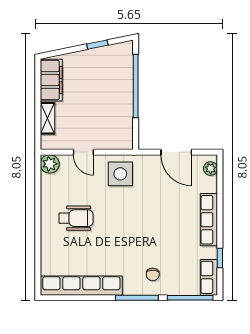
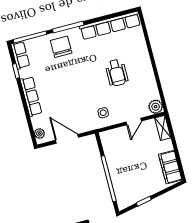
shelving: (48, 118) -> (163, 128), moved
door: (83, 152) -> (134, 121), swing flipped
side table: (120, 174) -> (103, 113), width x0.54, depth x0.54
wheelchair: (76, 218) -> (117, 73), moved, turned -90
chair: (153, 274) -> (61, 47), width x1.87, depth x1.87

